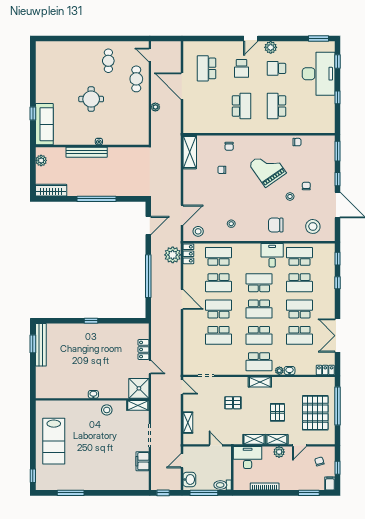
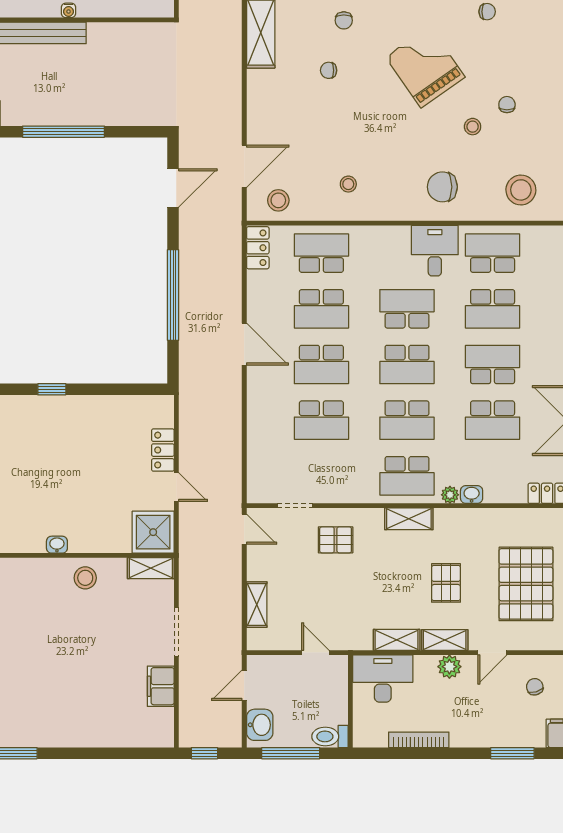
plant: (173, 255) -> (224, 250), removed
school desk: (218, 309) -> (321, 364), turned 180
pallet: (233, 403) -> (336, 540), moved

